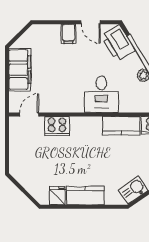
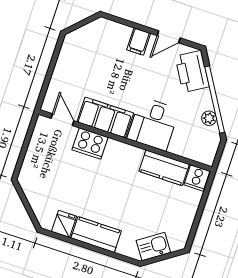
door: (91, 22) -> (169, 37), hinge flipped
filing cabinet: (20, 70) -> (105, 117), moved, turned -90
door: (29, 115) -> (62, 120), hinge flipped

